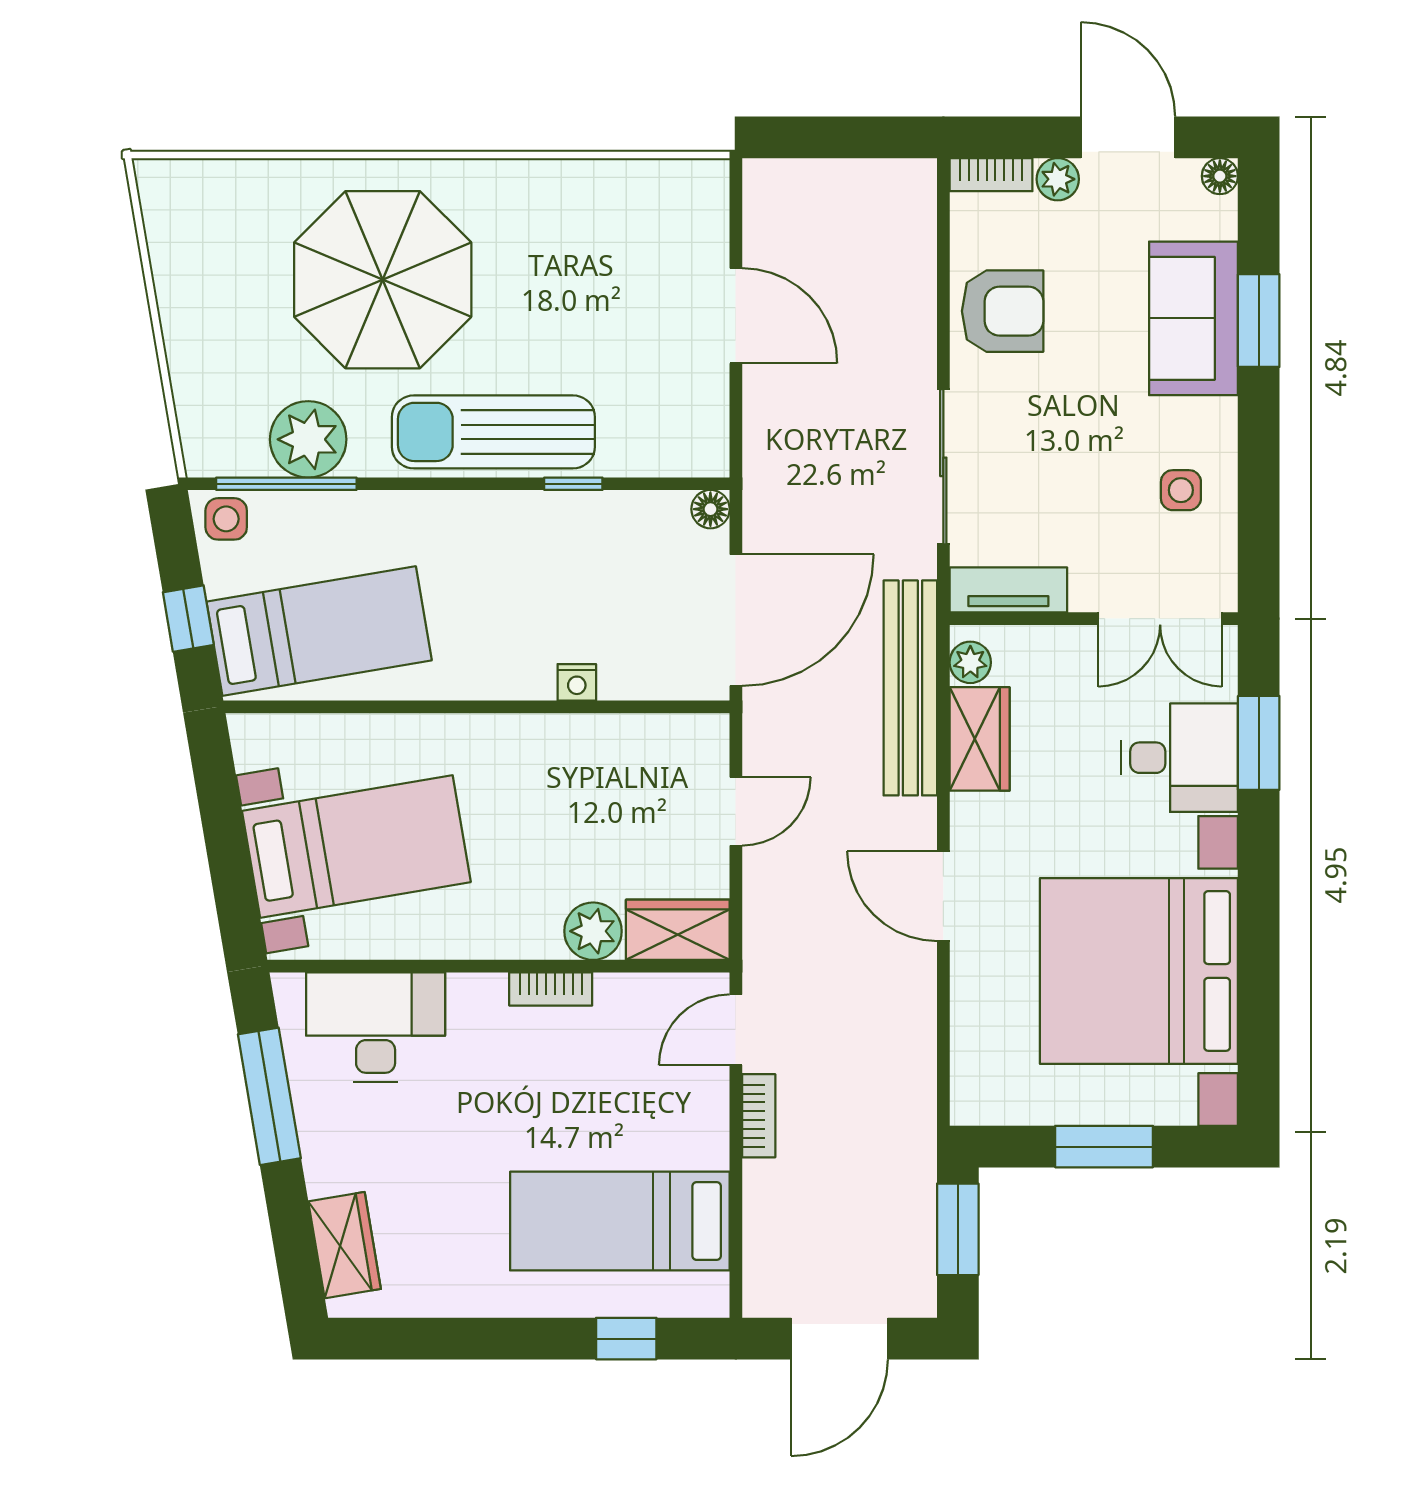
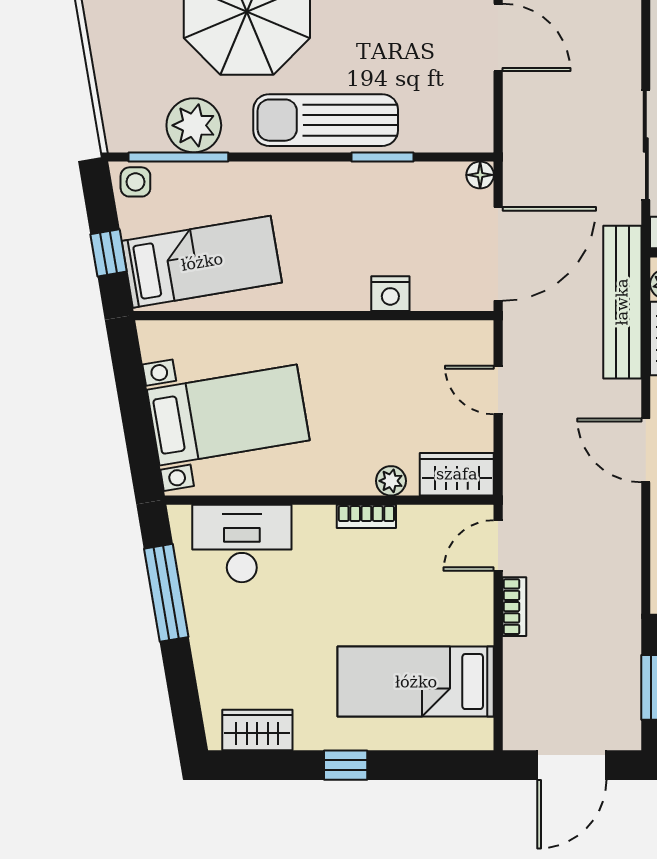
window: (573, 484) -> (383, 157), width x1.50
nightstand: (577, 682) -> (390, 294), width x1.39, depth x1.35
door: (736, 811) -> (498, 390), swing flipped
plant: (593, 931) -> (391, 481), width x0.73, depth x0.73
wardrobe: (345, 1245) -> (257, 730), moved, turned -80
window: (626, 1339) -> (346, 765), moved

